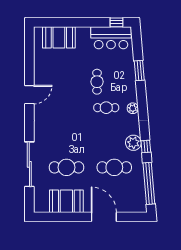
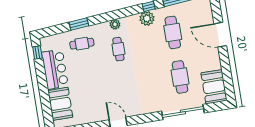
bar counter: (111, 38) -> (55, 69), moved
cafe table: (97, 82) -> (82, 44), moved
booth: (66, 201) -> (214, 87), moved
door: (104, 217) -> (220, 35), hinge flipped

